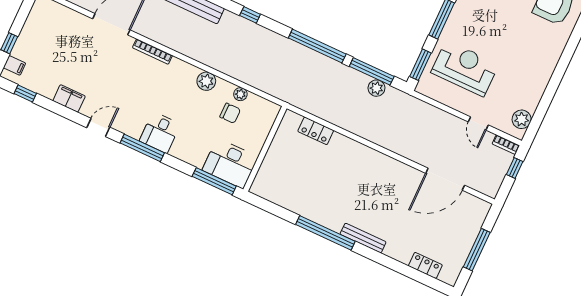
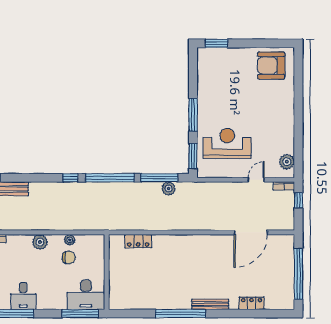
window: (250, 15) -> (70, 178), moved
door: (478, 123) -> (256, 180), swing flipped
window: (477, 250) -> (298, 274), width x1.46
locker: (425, 265) -> (252, 303), moved

